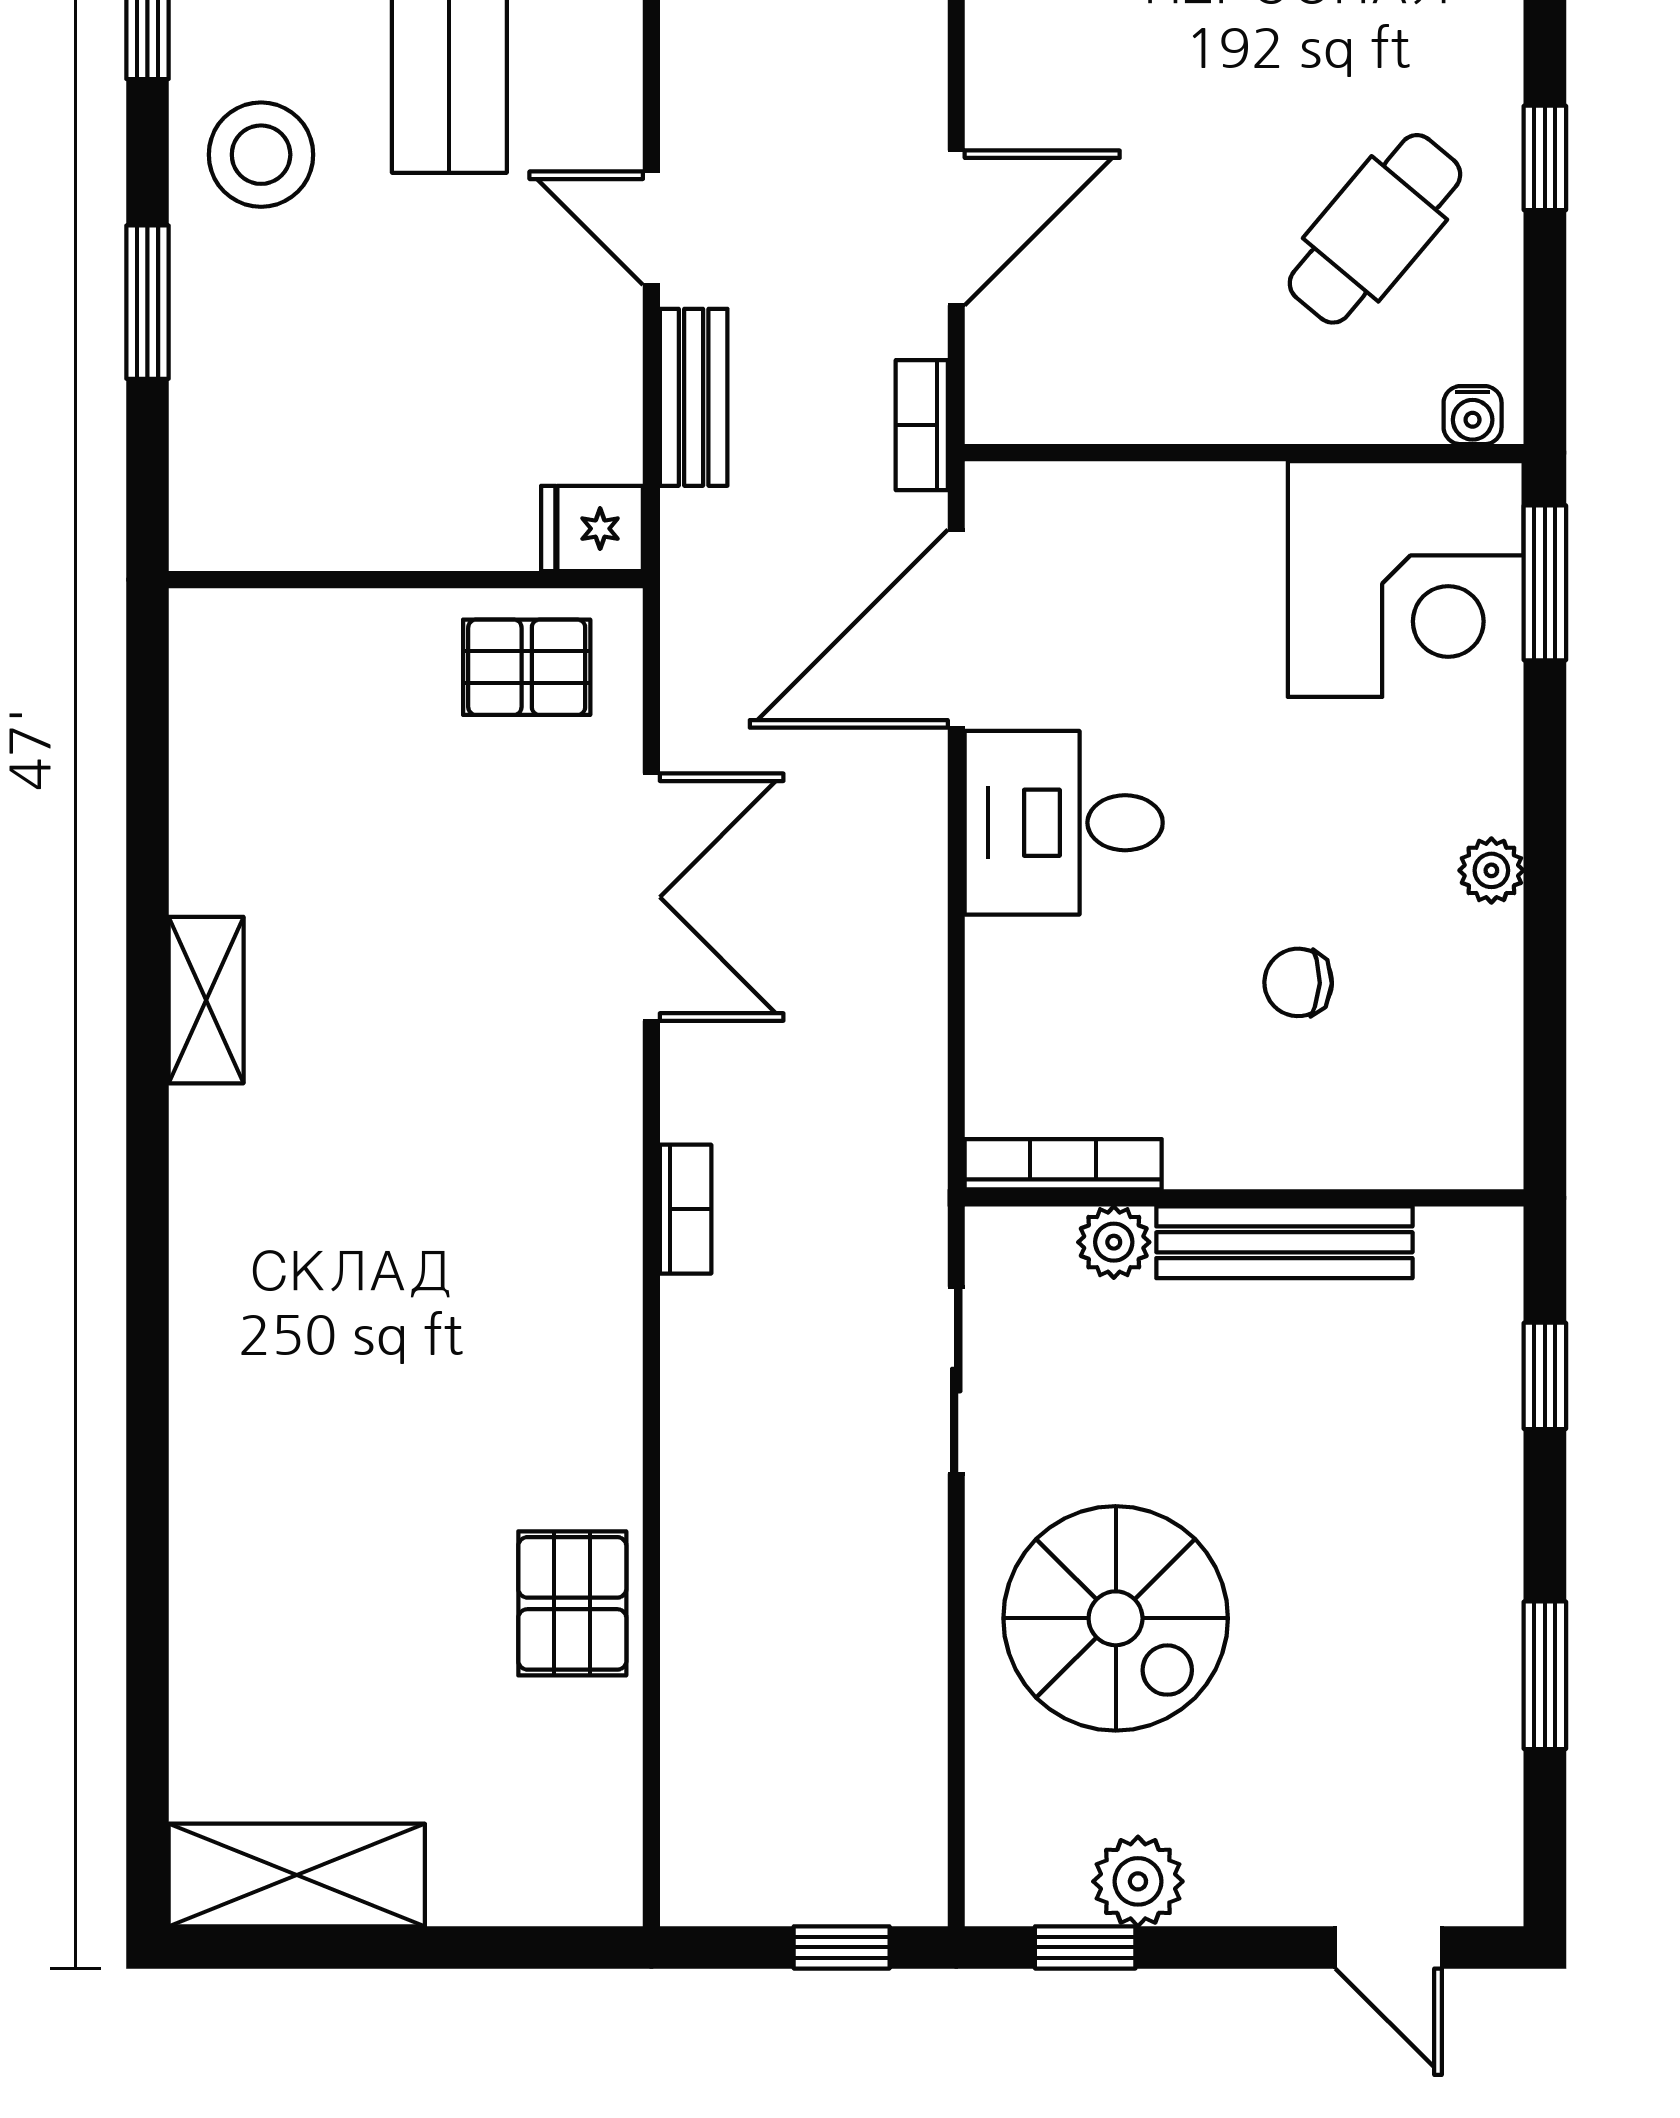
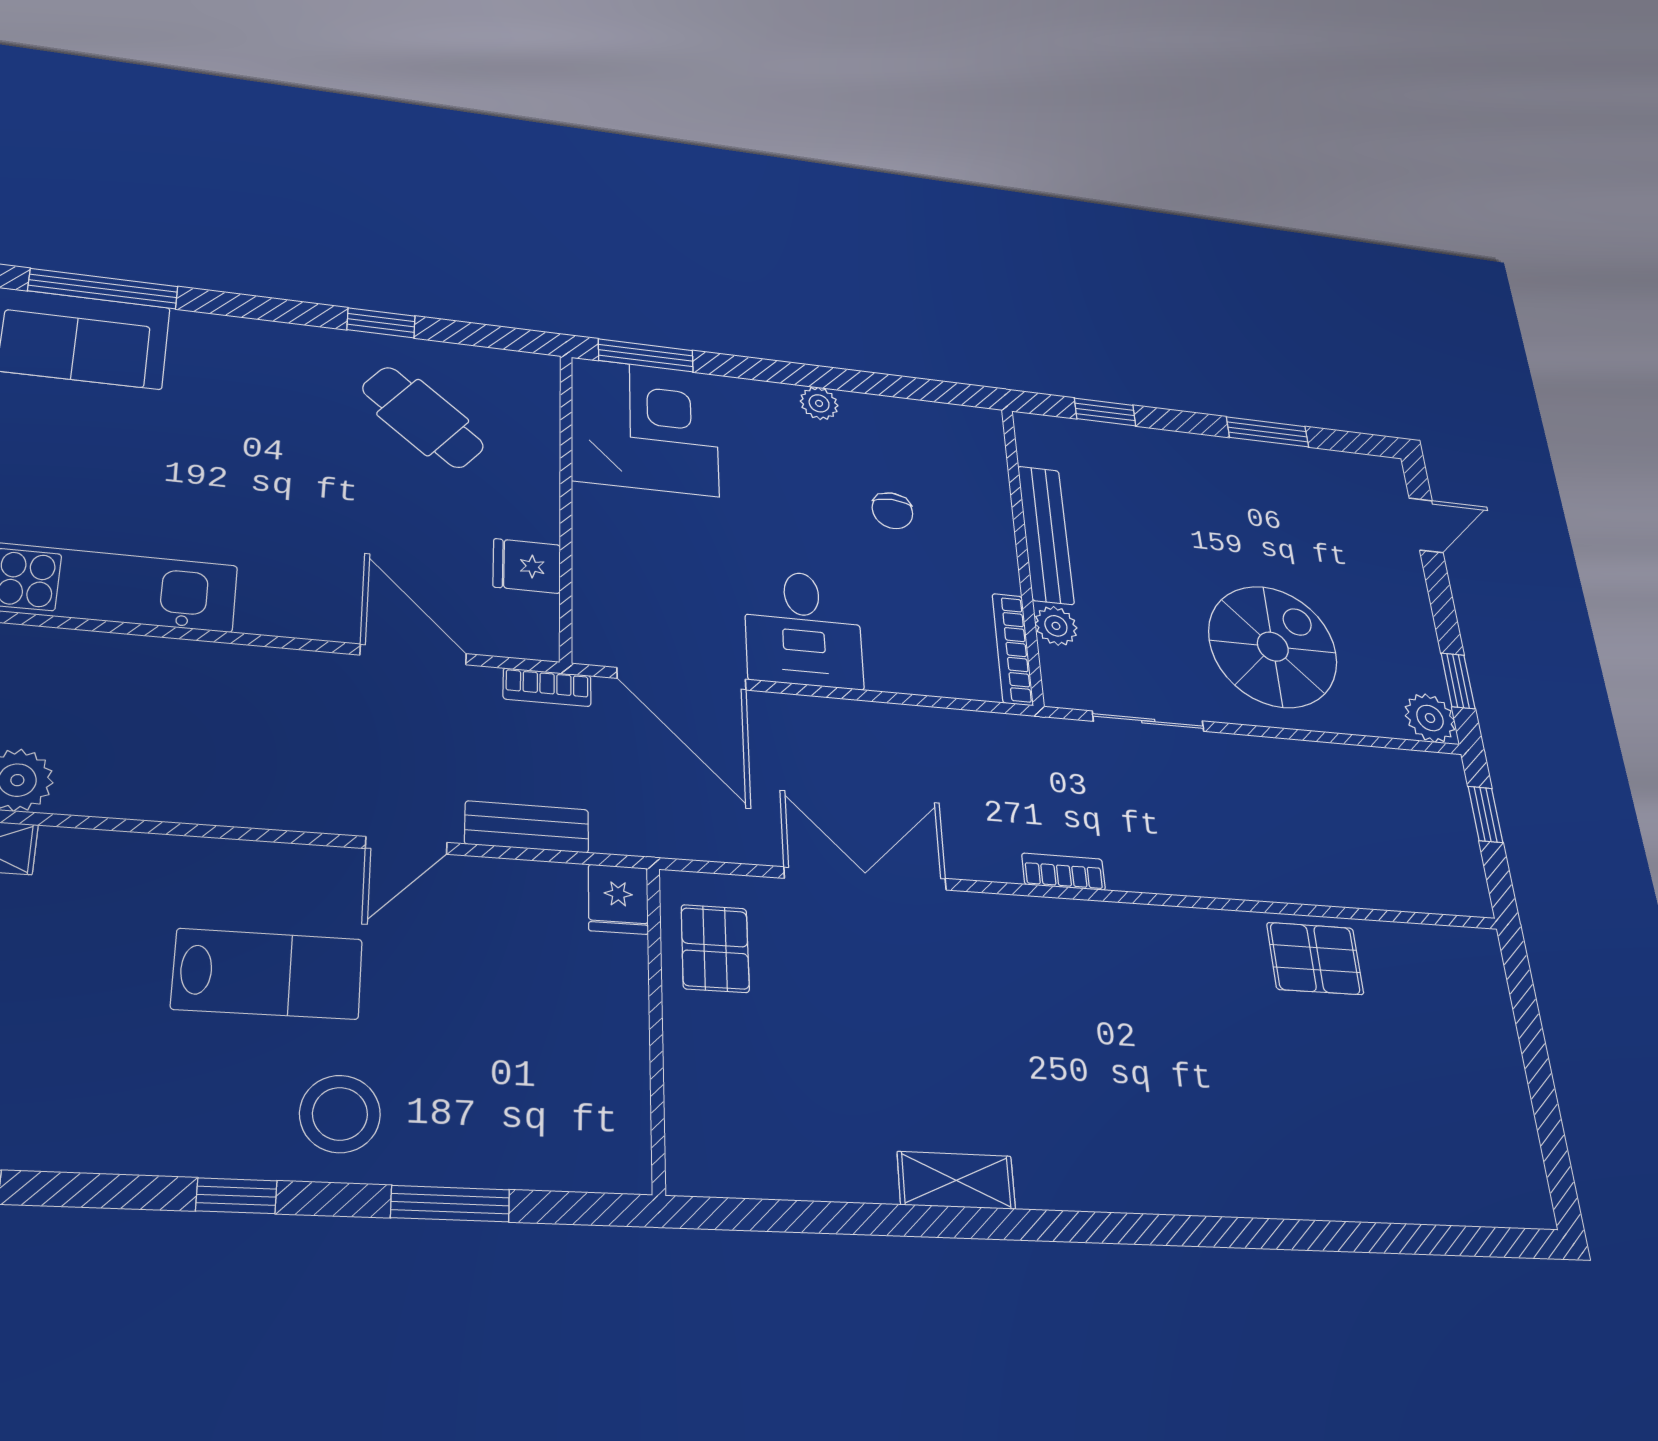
fridge: (1126, 393) -> (527, 566), added
water cooler: (1473, 415) -> (543, 380), removed
shelving: (297, 1875) -> (1510, 1143), removed
plant: (1138, 1881) -> (1430, 718), moved

